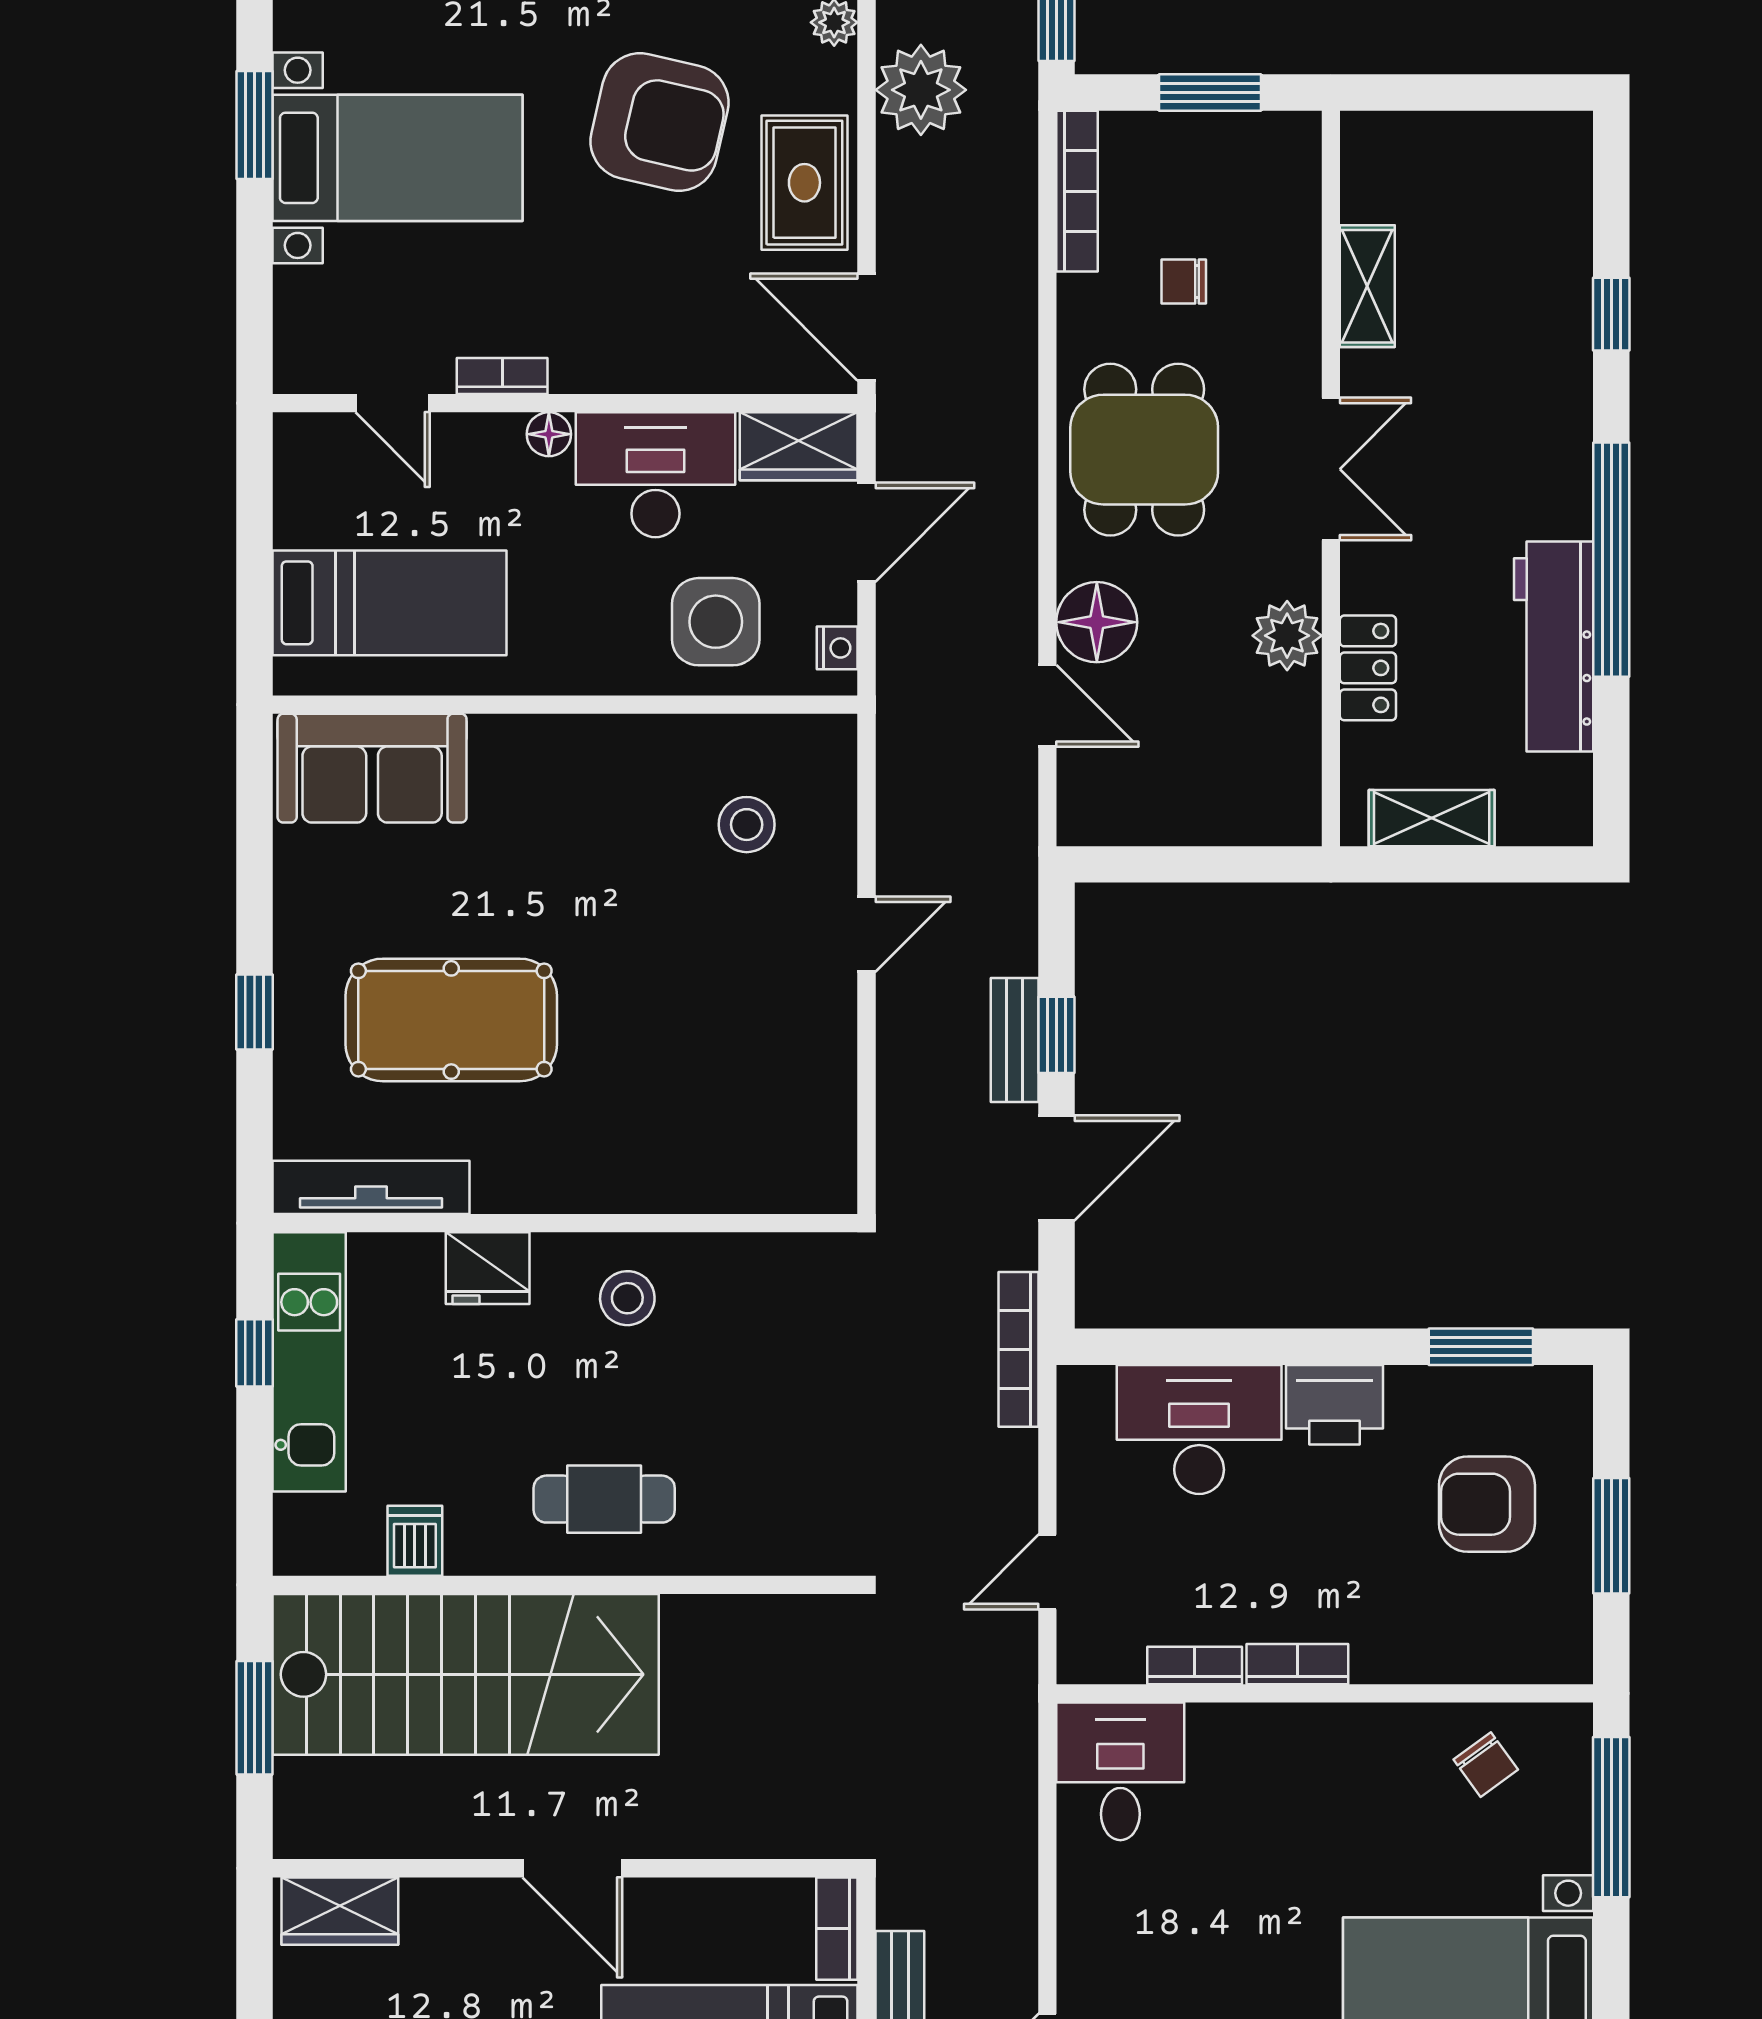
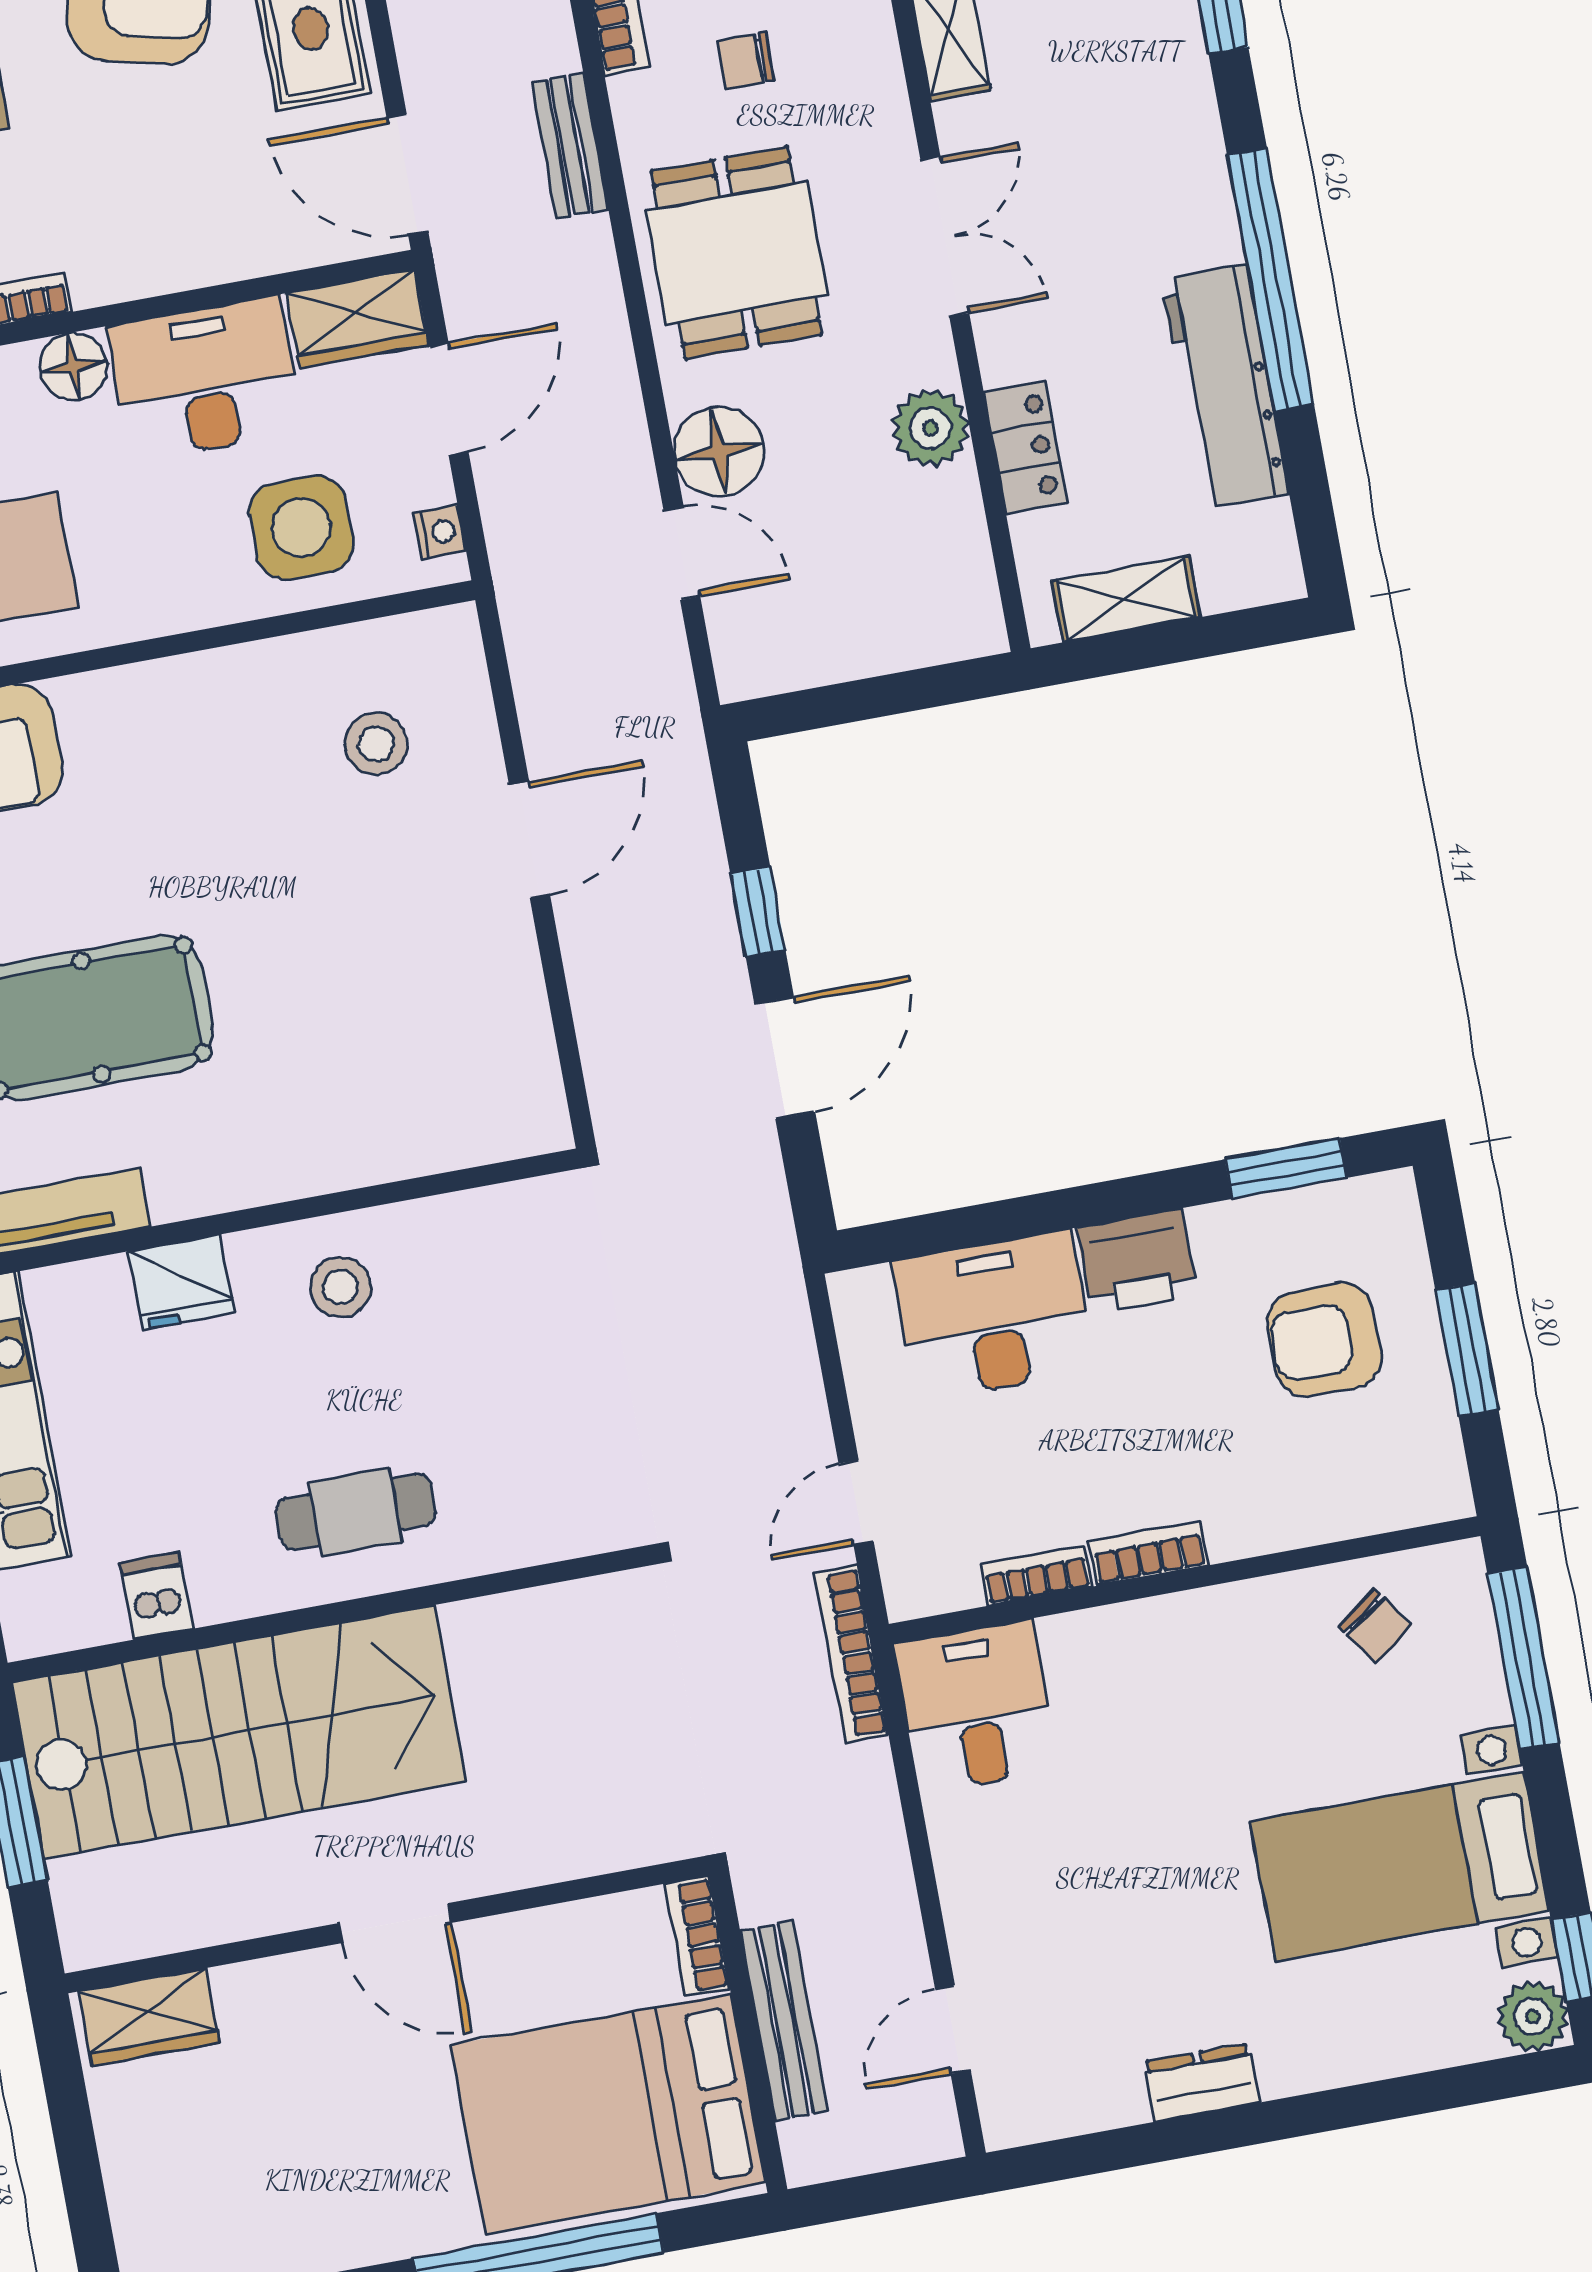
floor lamp: (549, 434) -> (73, 366), width x1.37, depth x1.37
door: (867, 934) -> (529, 840), width x1.38
bench: (1015, 1040) -> (570, 145), moved
bookcase: (1019, 1349) -> (851, 1654), moved

